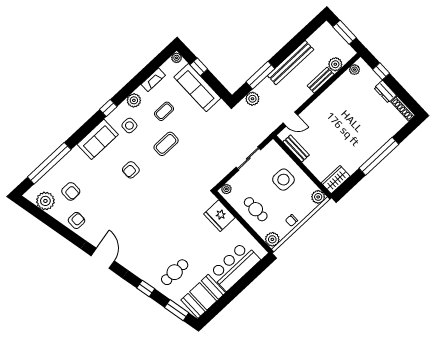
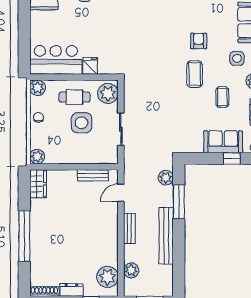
plant: (355, 70) -> (107, 277), width x1.88, depth x1.88
bench: (321, 80) -> (129, 228), moved
sofa: (197, 88) -> (223, 142), width x0.73
armchair: (131, 170) -> (199, 41), moved
side table: (283, 180) -> (82, 123), moved
plant: (226, 189) -> (108, 93), width x1.87, depth x1.87
fridge: (219, 216) -> (90, 66), width x0.53, depth x0.75
bar counter: (235, 266) -> (56, 60), moved, turned -90

